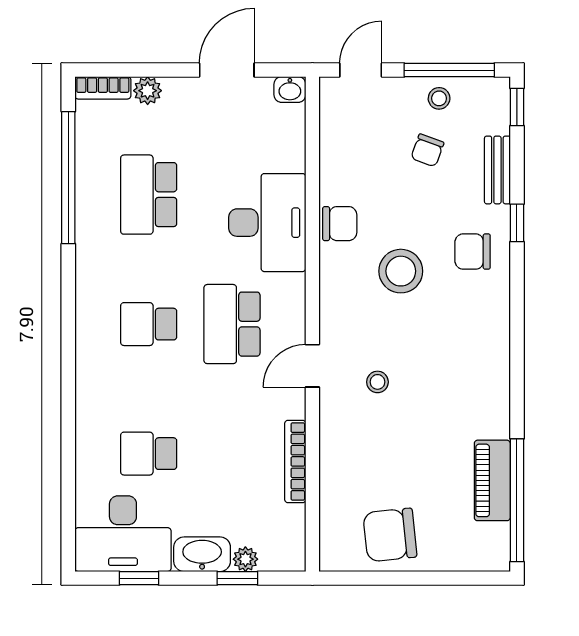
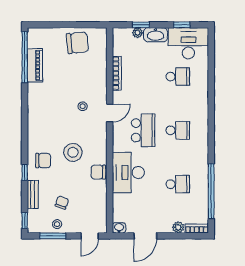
window: (449, 70) -> (53, 236), width x0.69
school desk: (149, 195) -> (178, 184), width x0.54

